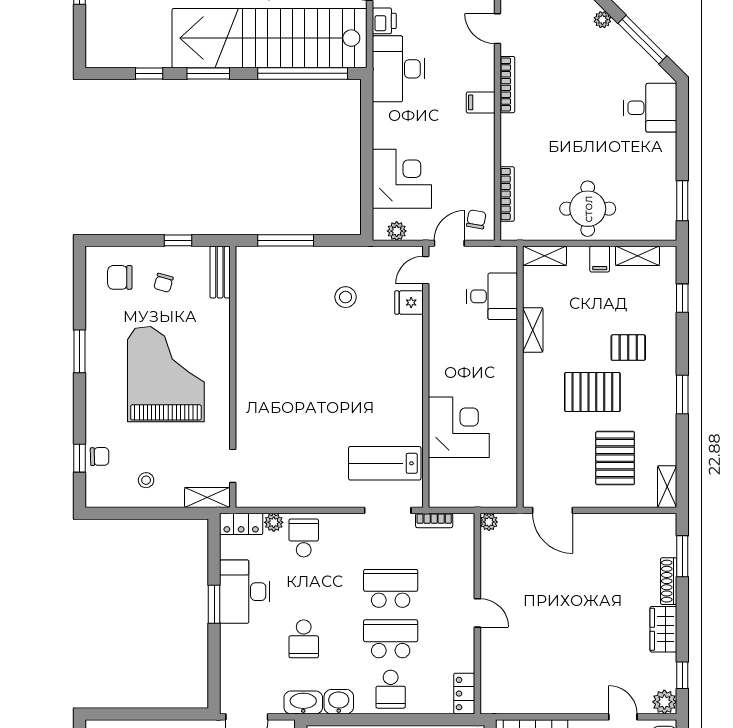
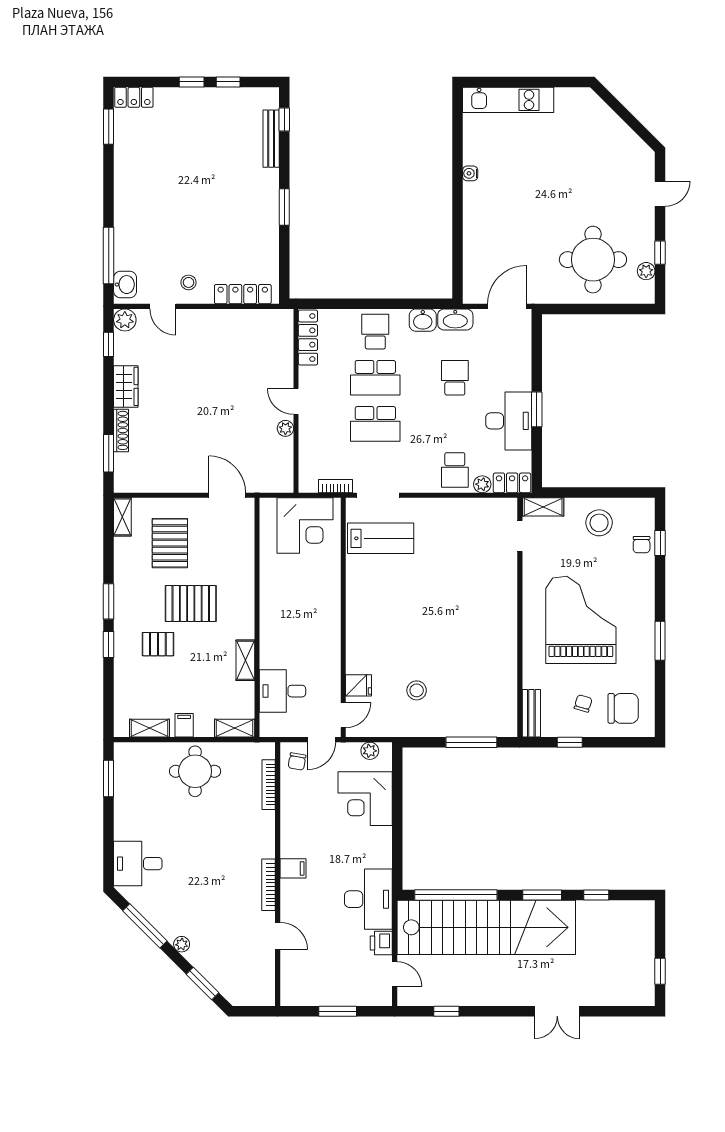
chair: (120, 277) -> (623, 708), width x1.37, depth x1.37
window: (682, 298) -> (109, 645), moved
grand piano: (166, 374) -> (581, 620), turned 180
corner desk: (459, 427) -> (305, 526), moved, turned -90
chair: (100, 456) -> (642, 545), turned -89
stool: (146, 480) -> (599, 523), width x1.89, depth x1.89
plant: (489, 522) -> (285, 428), moved
locker: (464, 694) -> (308, 338), width x1.53

